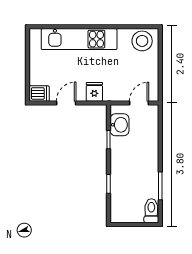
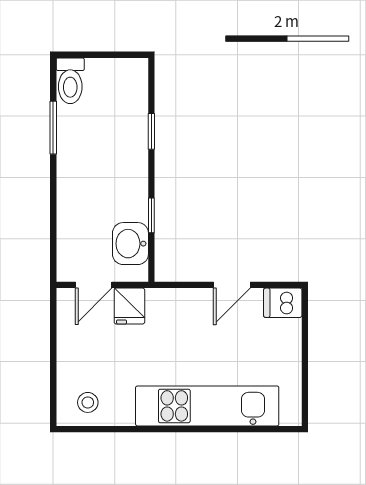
stool: (142, 41) -> (88, 402), width x0.53, depth x0.53
fridge: (94, 92) -> (129, 306), moved

